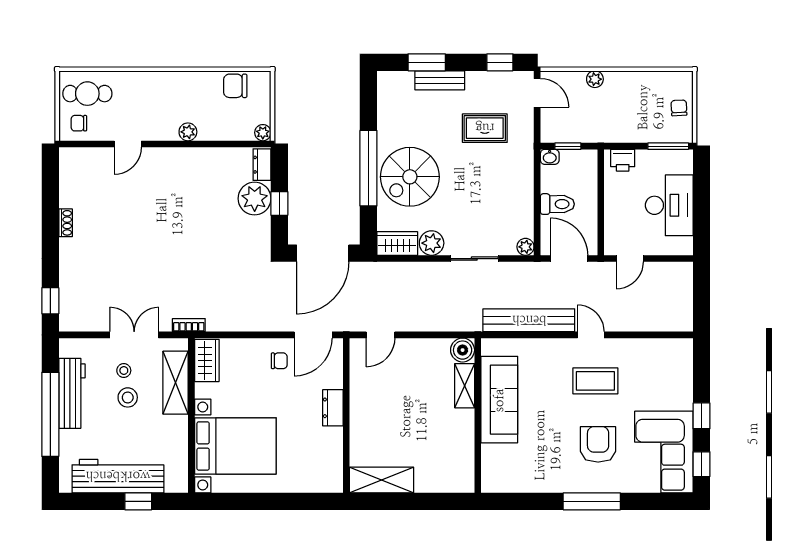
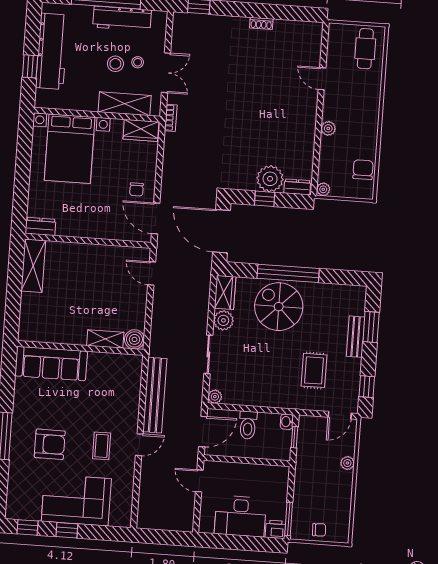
chair: (79, 123) -> (342, 40), removed
printer: (623, 160) -> (275, 529), moved, turned 90
coffee table: (595, 381) -> (102, 446), width x0.73, depth x0.77
sofa: (499, 400) -> (51, 363), moved
dresser: (333, 408) -> (40, 226), moved
corner sofa: (664, 452) -> (76, 500), moved

